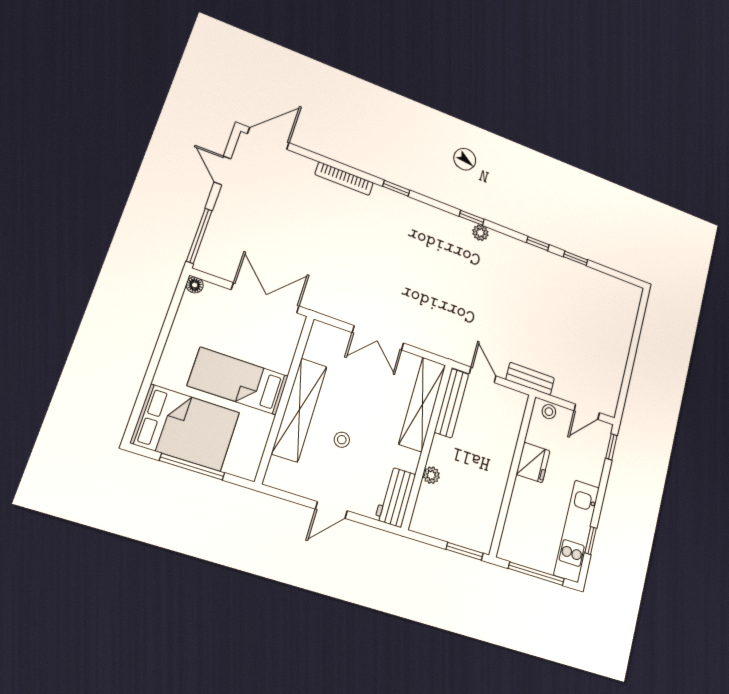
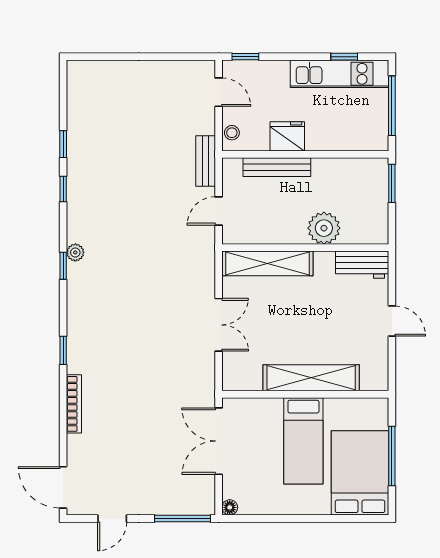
bench: (452, 403) -> (277, 167), moved
stool: (342, 440) -> (326, 330), removed
plant: (431, 475) -> (324, 228), width x1.87, depth x1.87

